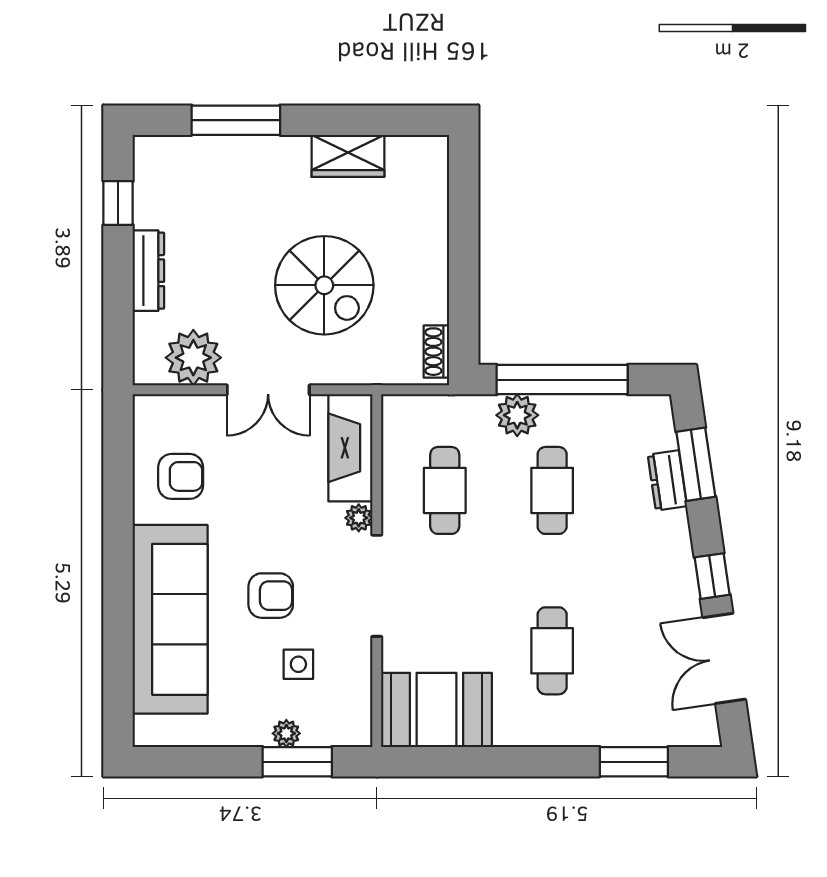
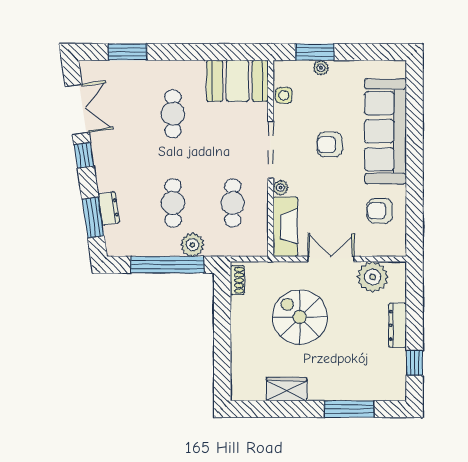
side table: (298, 664) -> (284, 95), moved

